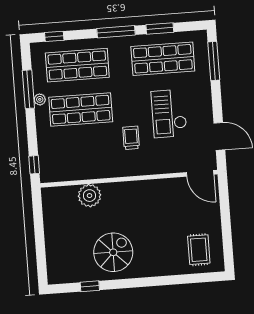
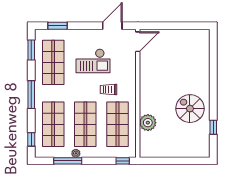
window: (160, 28) -> (31, 50), moved
window: (214, 61) -> (58, 26), width x0.69
shop shelf: (84, 154) -> (118, 124), added
rug: (199, 250) -> (193, 47), removed

